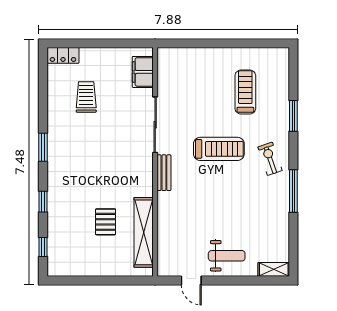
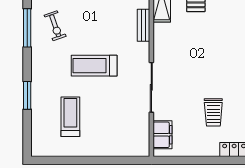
treadmill: (245, 92) -> (70, 117), turned 180
exercise bike: (270, 159) -> (55, 26), moved
bench: (164, 173) -> (143, 25), moved

